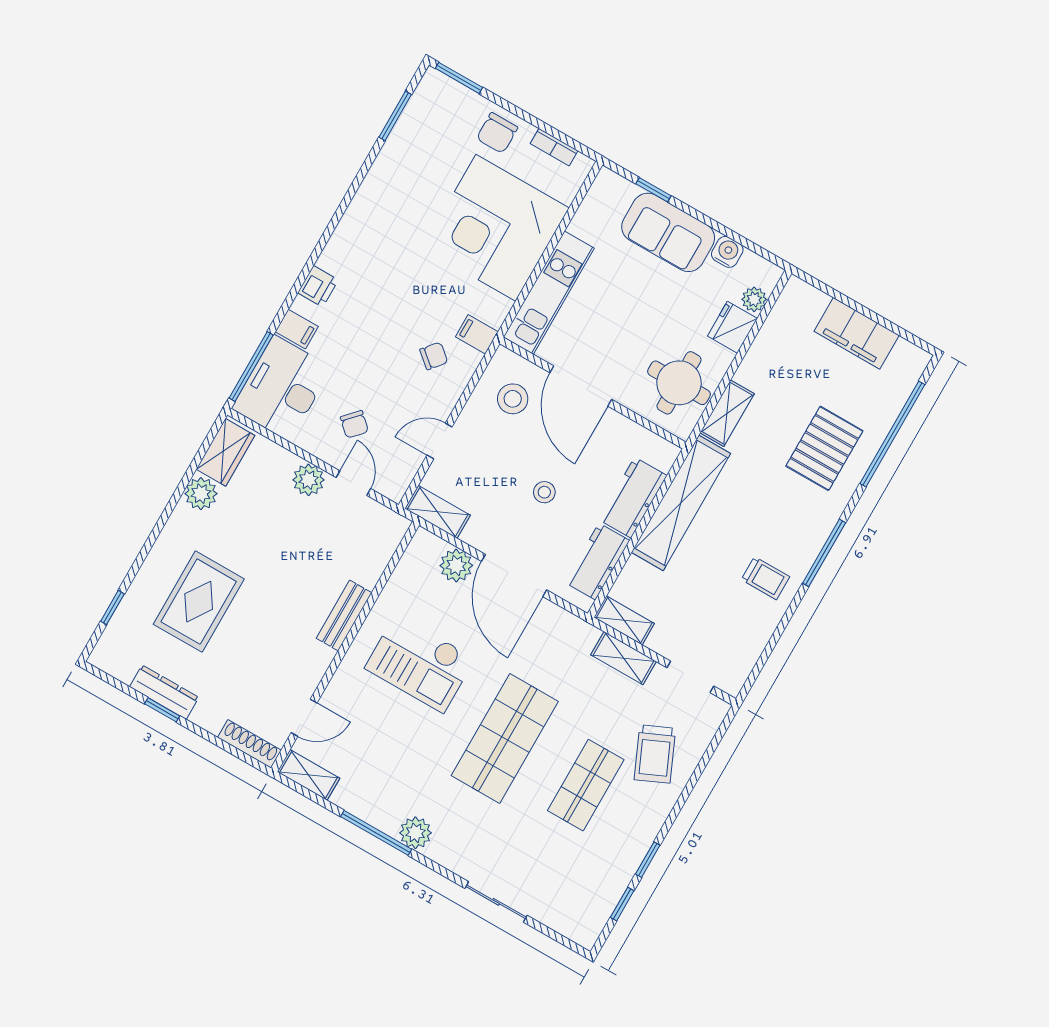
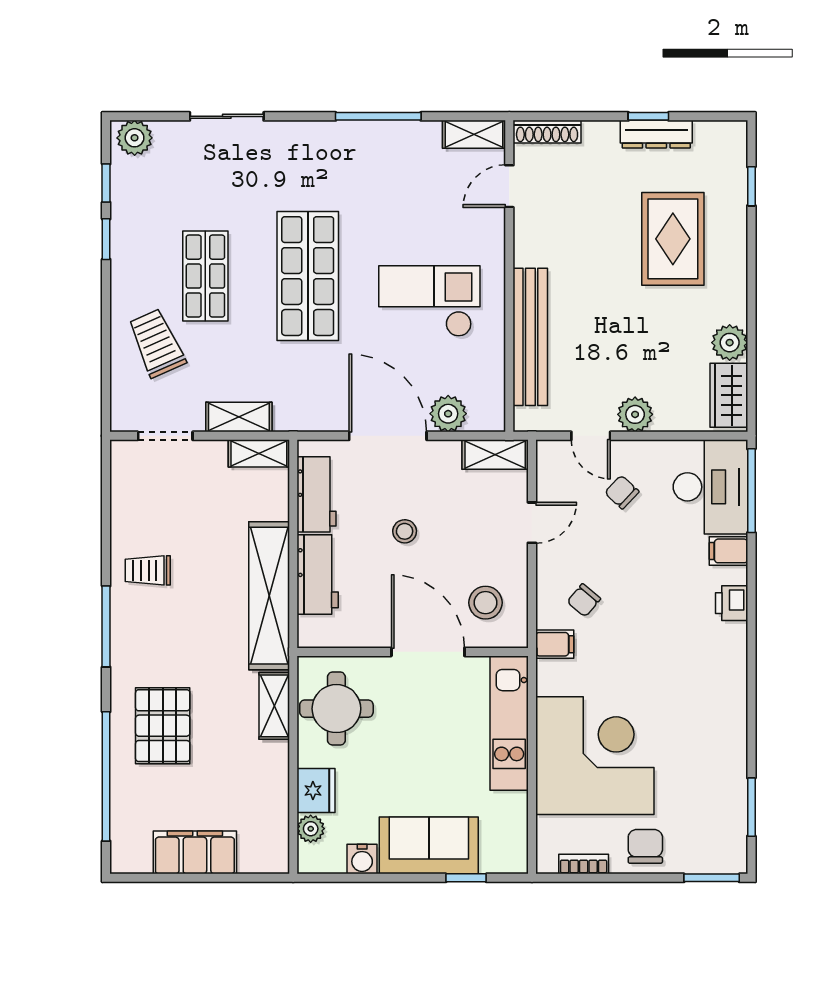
bench: (344, 615) -> (530, 337), width x1.86, depth x1.21
plant: (415, 833) -> (135, 138), moved

